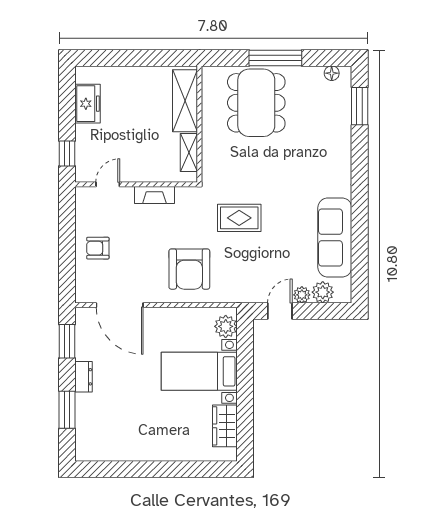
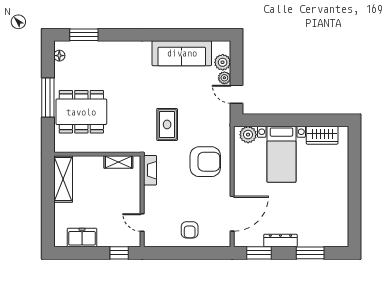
shelving: (185, 101) -> (63, 179), moved, turned 90
fireplace: (154, 195) -> (150, 170), moved
dresser: (84, 377) -> (280, 241), width x1.44

